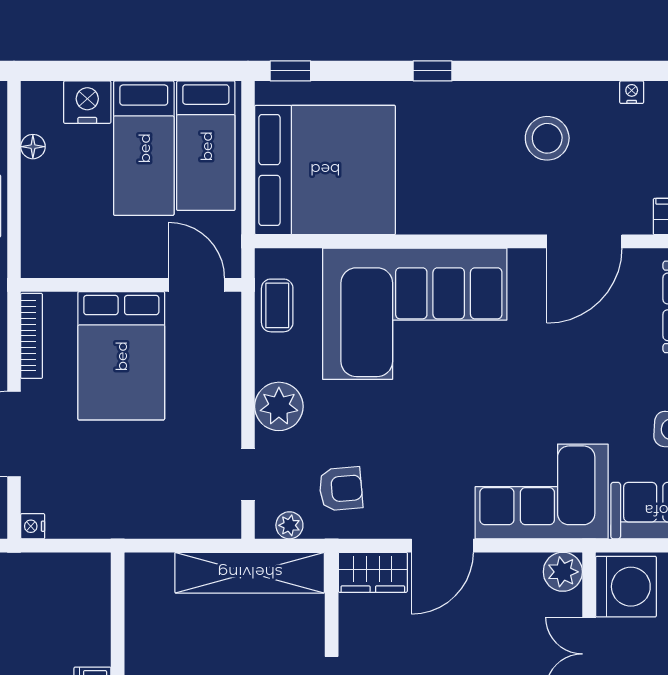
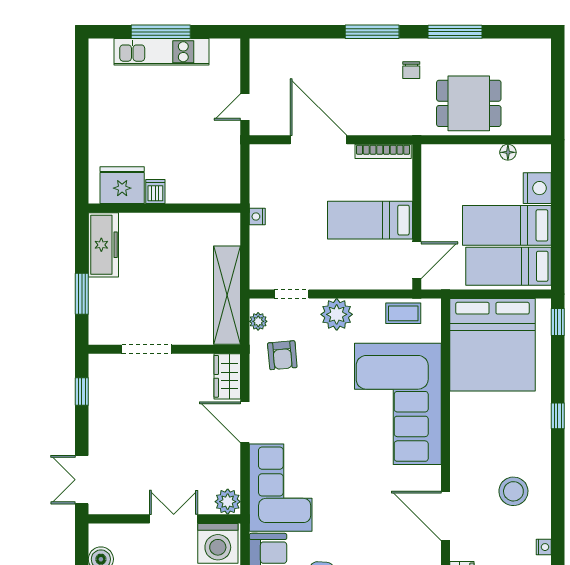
bed: (121, 356) -> (370, 220), width x0.67
nightstand: (33, 526) -> (257, 216), moved, turned -90

